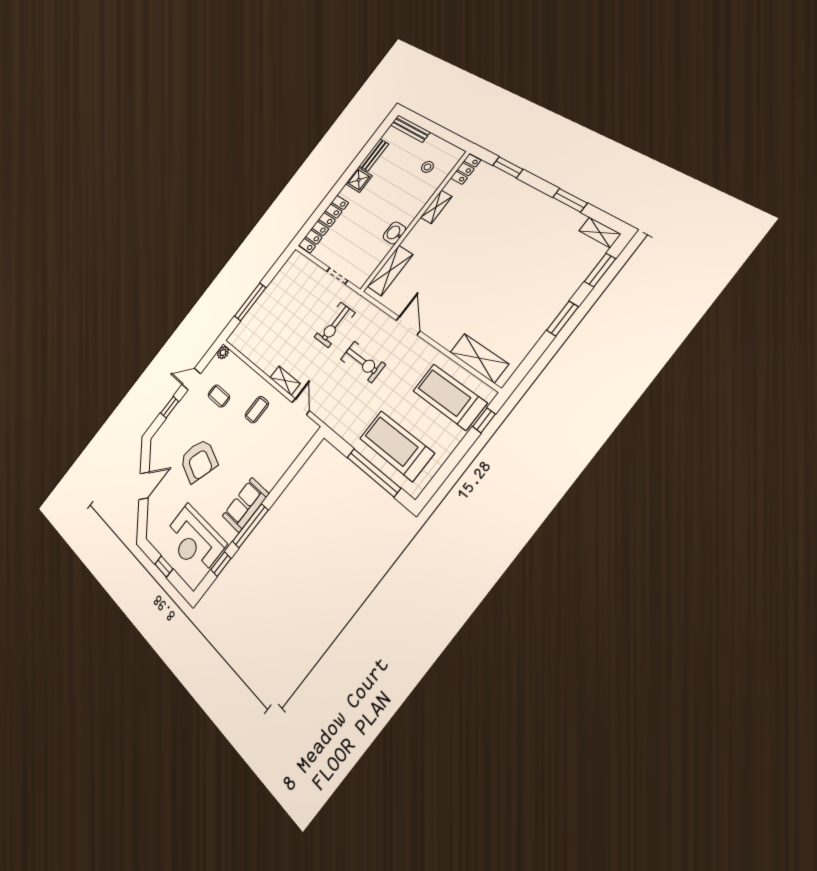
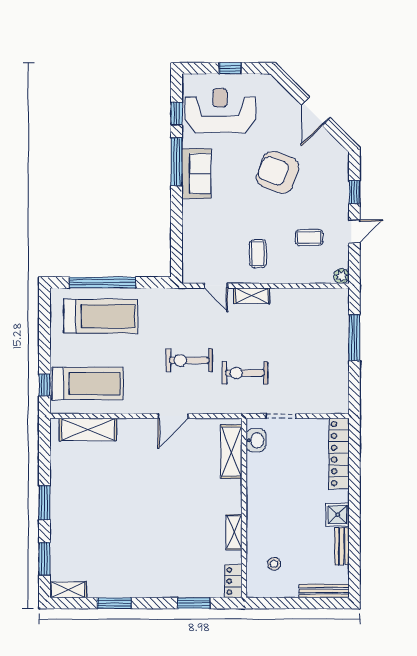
washbasin: (394, 233) -> (256, 440), moved
exercise bike: (335, 325) -> (245, 373), turned -90
door: (408, 326) -> (173, 416), hinge flipped

